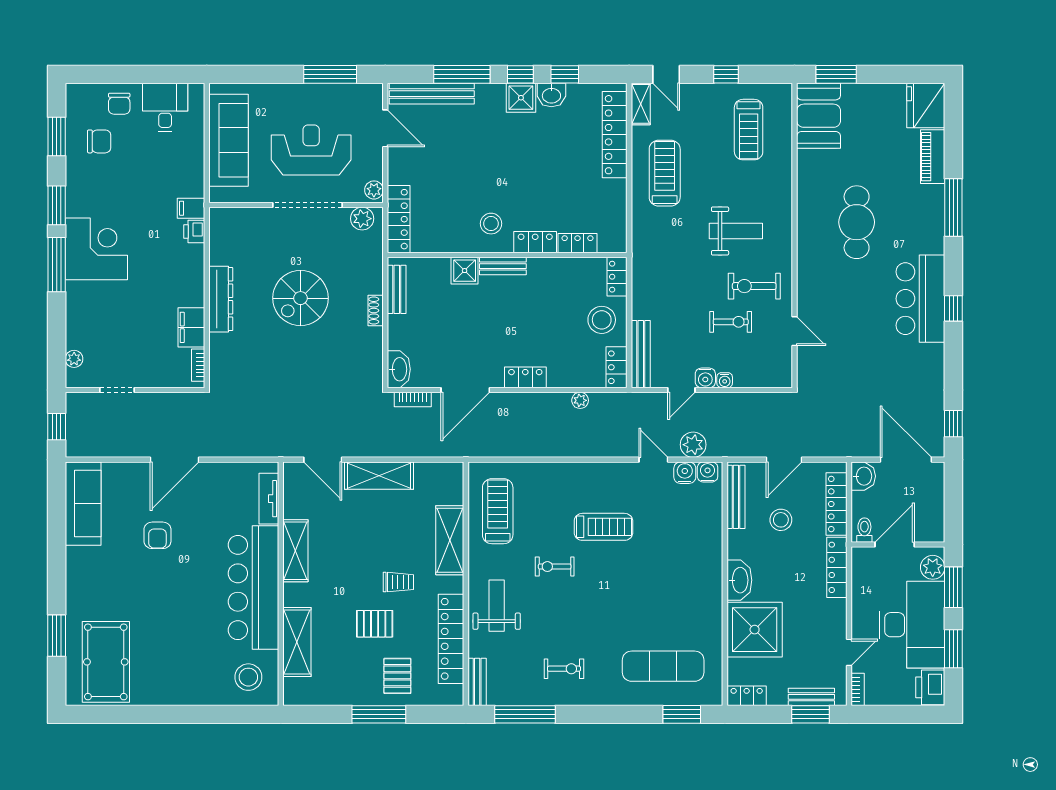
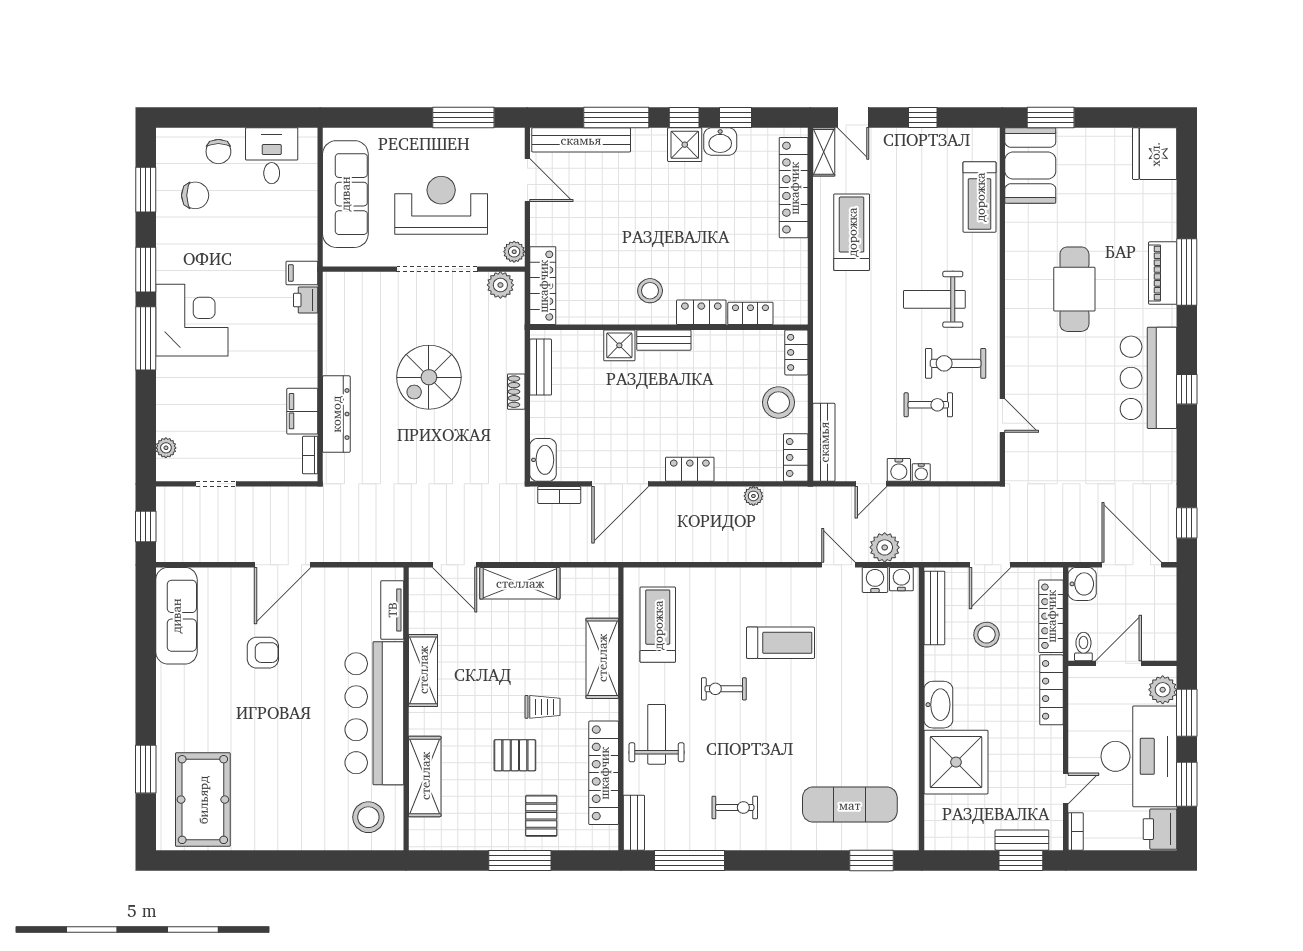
treadmill: (749, 130) -> (980, 197), moved
piano: (933, 157) -> (1163, 273), moved
weight bench: (736, 231) -> (934, 299), turned 180
dresser: (221, 299) -> (336, 414), moved
armchair: (157, 535) -> (263, 653), turned -90
locker: (747, 696) -> (947, 839), removed

